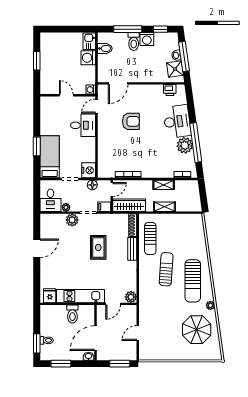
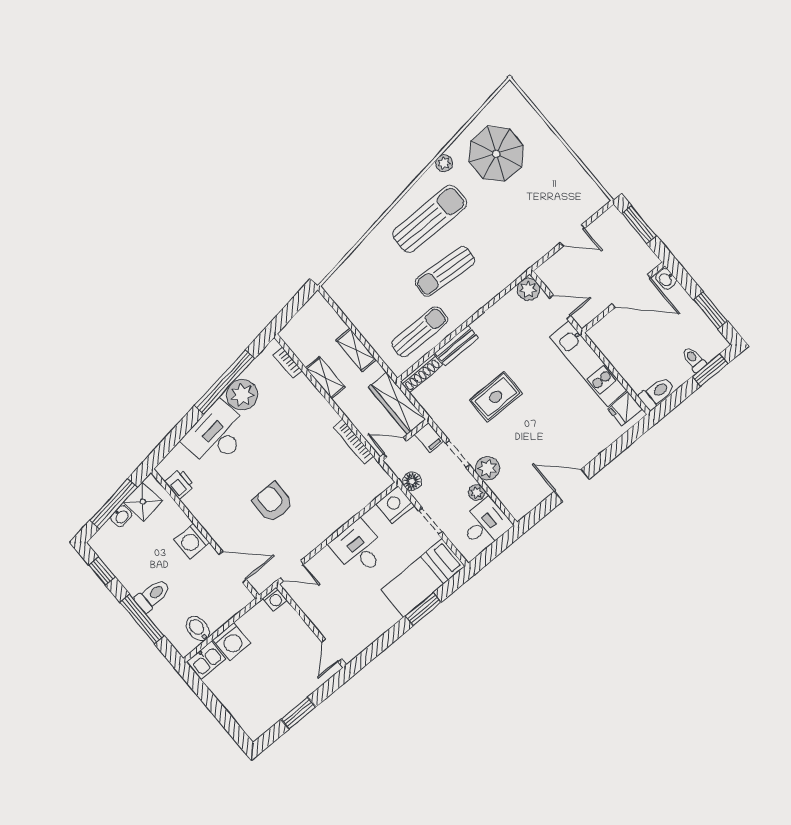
washing machine: (147, 39) -> (192, 541), moved, turned 180
door: (66, 95) -> (332, 651), moved
desk: (83, 125) -> (359, 548), moved
toilet: (72, 314) -> (657, 393), moved

